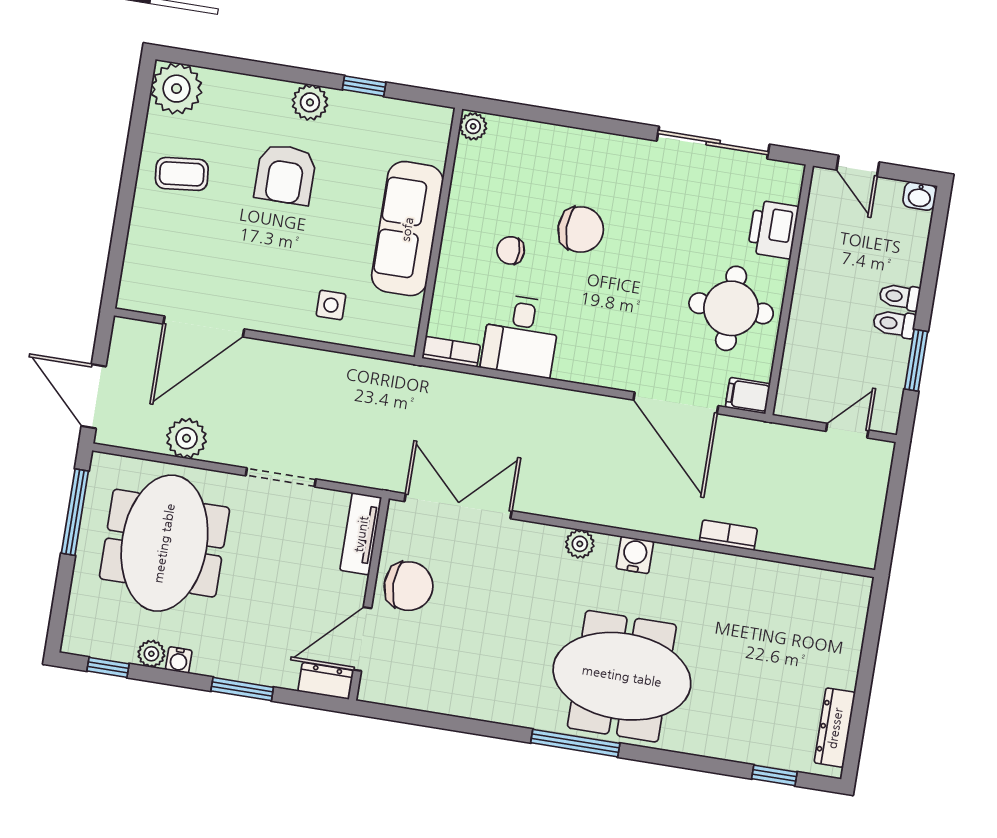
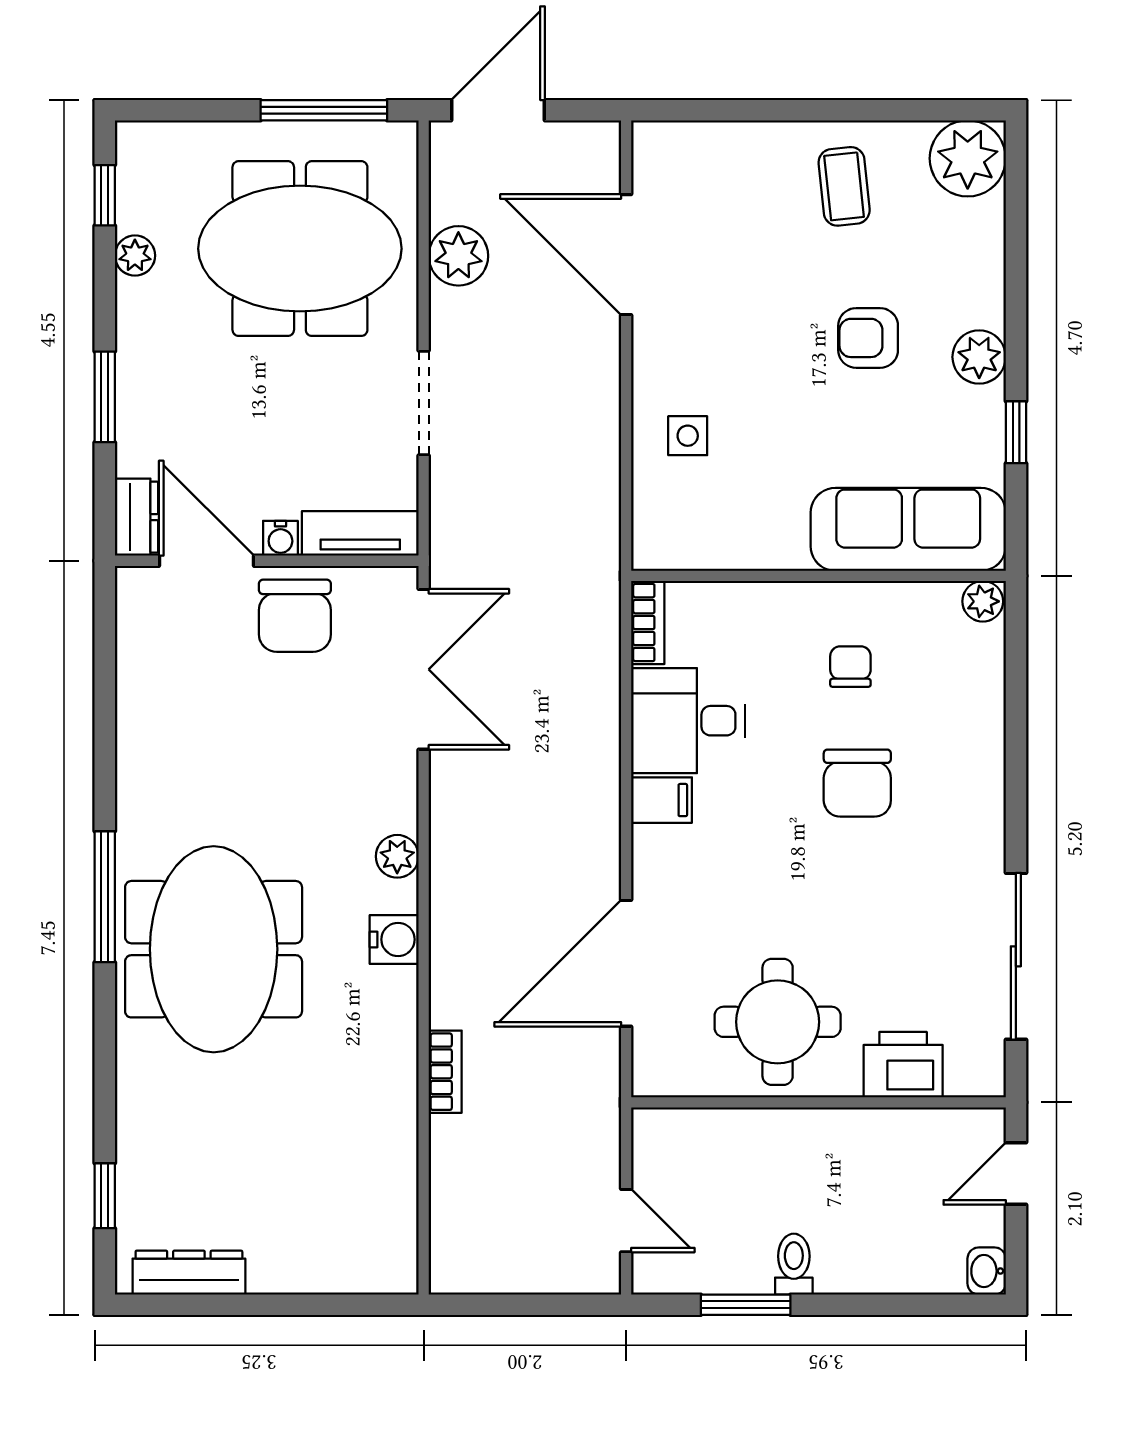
armchair: (285, 174) -> (868, 338), width x0.72, depth x0.72
sofa: (407, 229) -> (908, 529), moved
chair: (511, 250) -> (850, 667), moved
toilet: (900, 297) -> (835, 1265), removed
filing cabinet: (748, 396) -> (662, 800), moved, turned 90
water cooler: (179, 660) -> (280, 538), moved, turned -90

